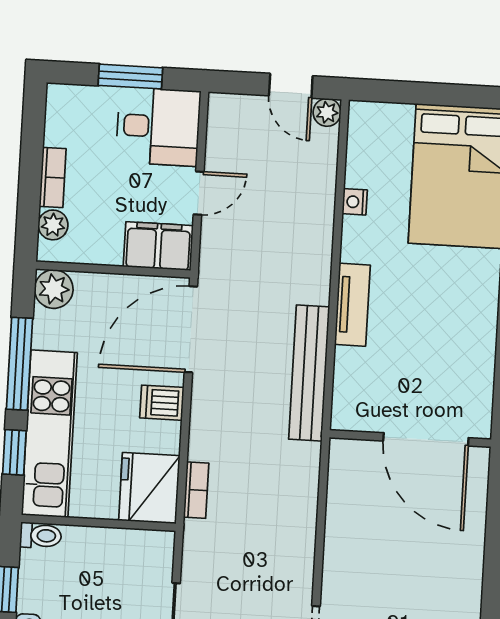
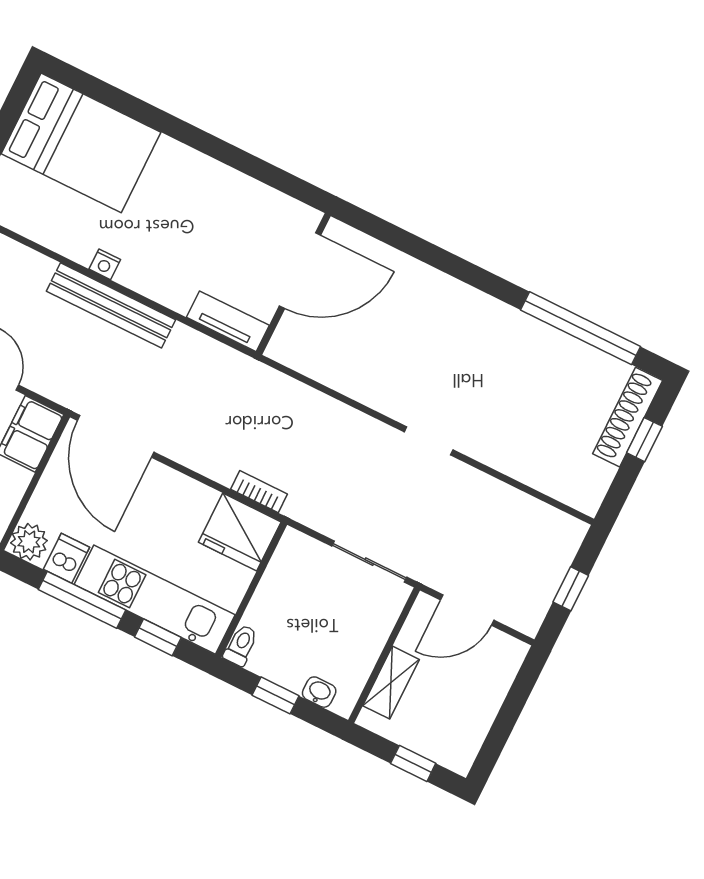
nightstand: (355, 202) -> (105, 264), moved
tv unit: (352, 305) -> (228, 321), moved
bench: (309, 373) -> (111, 305), moved
dishwasher: (162, 403) -> (67, 558), moved, turned 180

